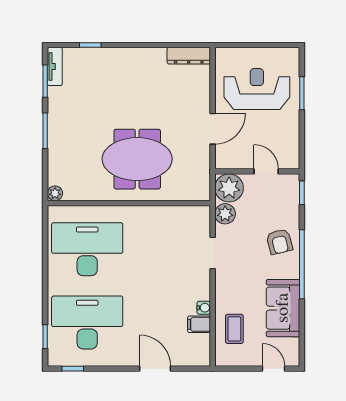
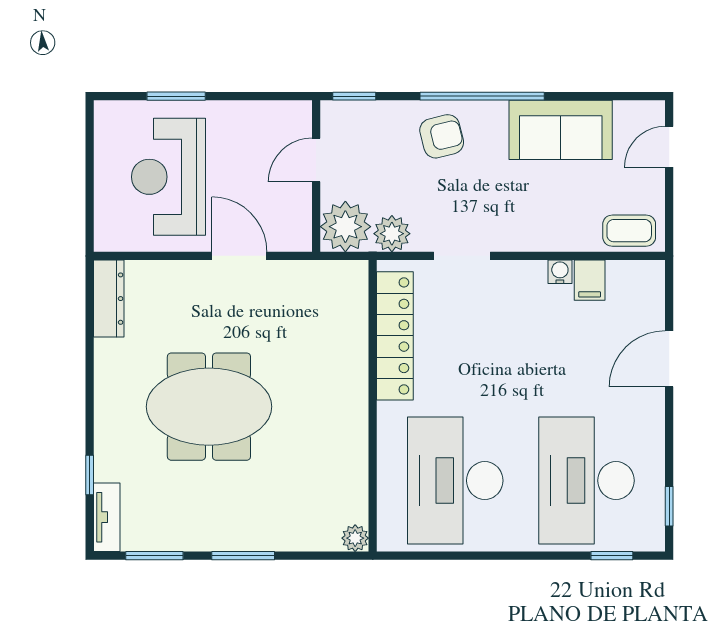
tv unit: (55, 66) -> (107, 517), moved, turned 90
meeting table: (137, 159) -> (209, 407), moved, turned 90
locker: (168, 215) -> (395, 336), added
coffee table: (234, 329) -> (629, 231), moved

